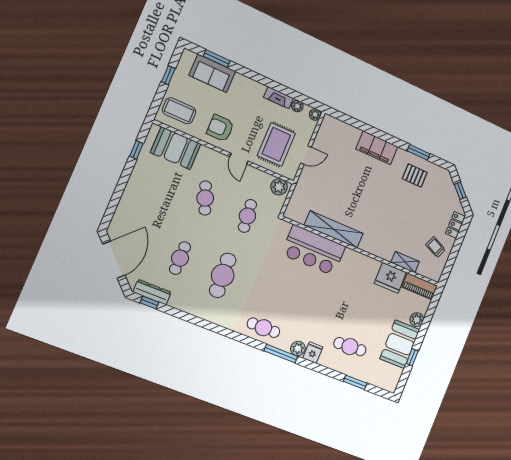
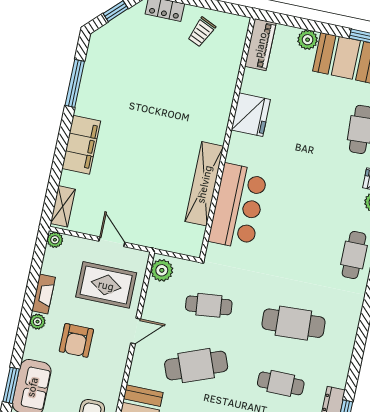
plant: (297, 106) -> (37, 322), moved
armchair: (220, 128) -> (76, 340), moved
window: (419, 152) -> (75, 83), width x1.44
pallet: (415, 176) -> (108, 83), removed
cafe table: (205, 198) -> (196, 366), width x1.37, depth x1.35
shelving: (405, 262) -> (63, 206), moved
fridge: (390, 278) -> (251, 115), moved

